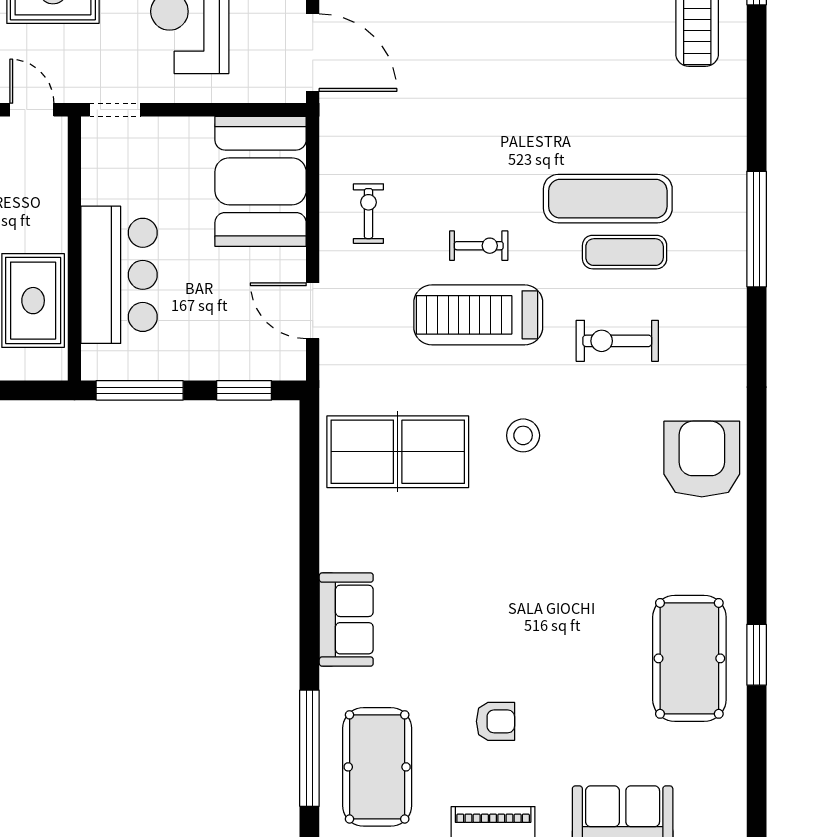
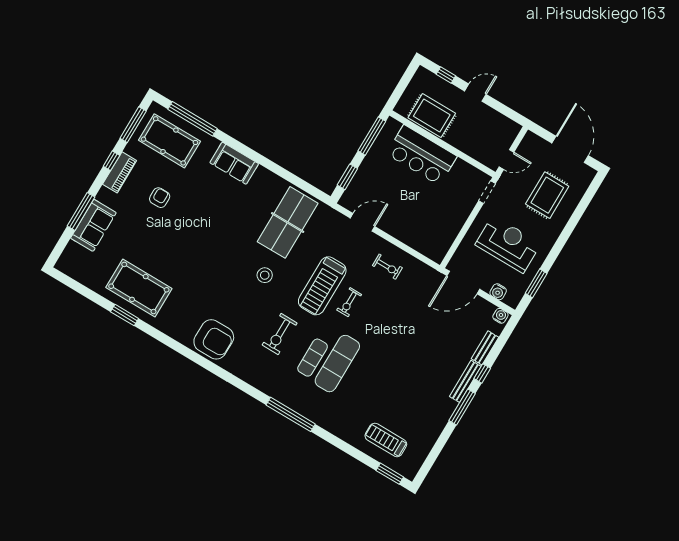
booth: (261, 181) -> (425, 232), removed
treadmill: (478, 315) -> (322, 286), turned 180
exercise bike: (617, 341) -> (280, 334), turned 180
armchair: (495, 721) -> (160, 198), turned 180

